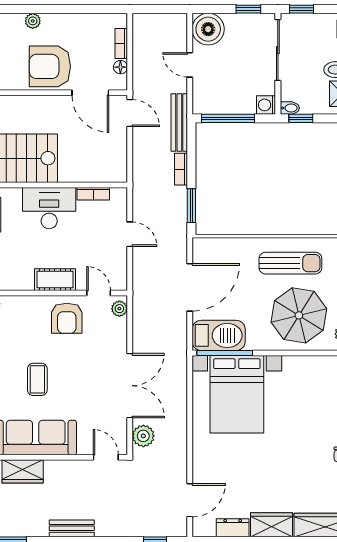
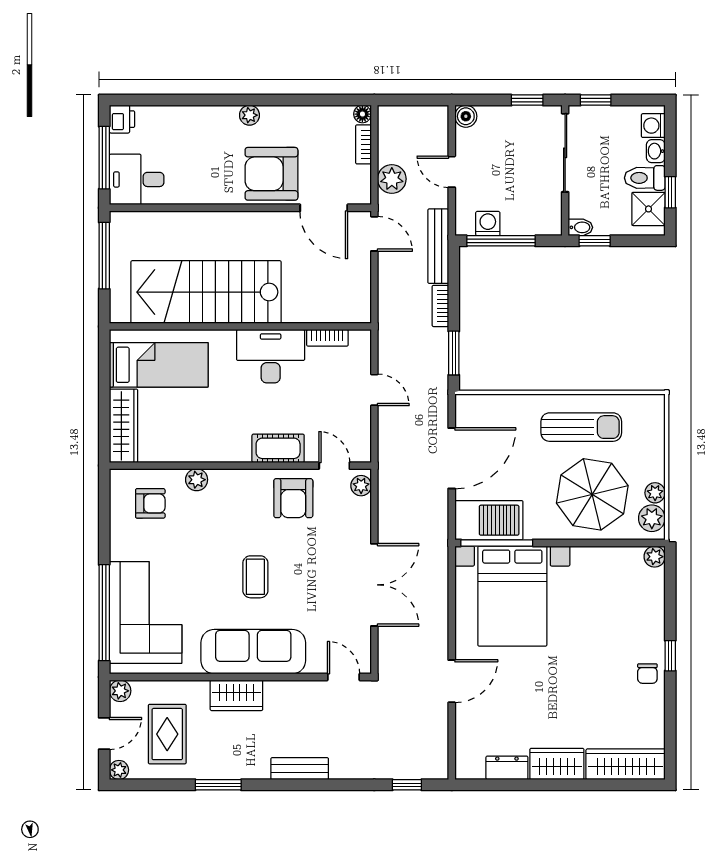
boiler: (208, 29) -> (466, 116), width x0.54, depth x0.54
floor lamp: (120, 67) -> (362, 114), moved
washing machine: (266, 105) -> (488, 224), moved, turned 90
plant: (143, 436) -> (392, 179), moved
door: (190, 500) -> (452, 681), moved

